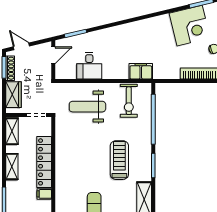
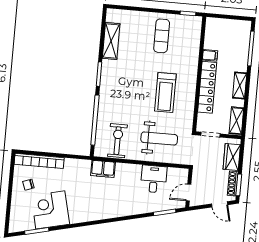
treadmill: (119, 160) -> (165, 93), moved

